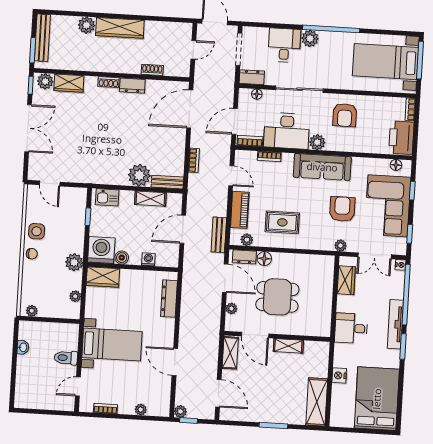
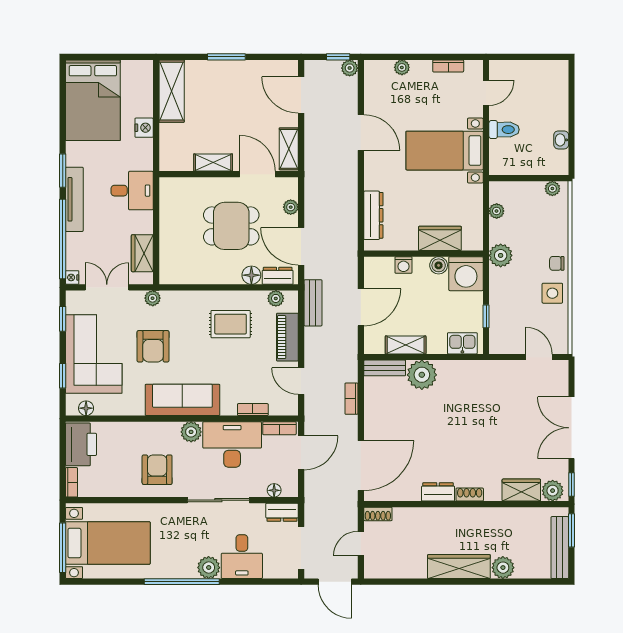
shoe rack: (152, 70) -> (378, 514), moved
wardrobe: (103, 277) -> (440, 238), moved

